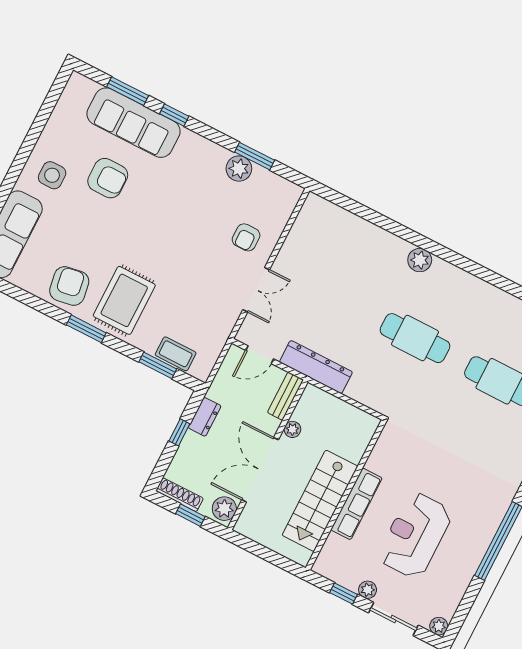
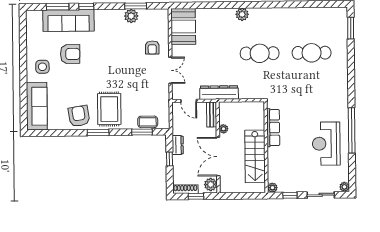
booth: (314, 230) -> (183, 27), added
door: (260, 355) -> (189, 101), hinge flipped
row of seats: (356, 504) -> (273, 128), moved
reception desk: (415, 535) -> (326, 144), moved
plant: (368, 590) -> (272, 188), moved

